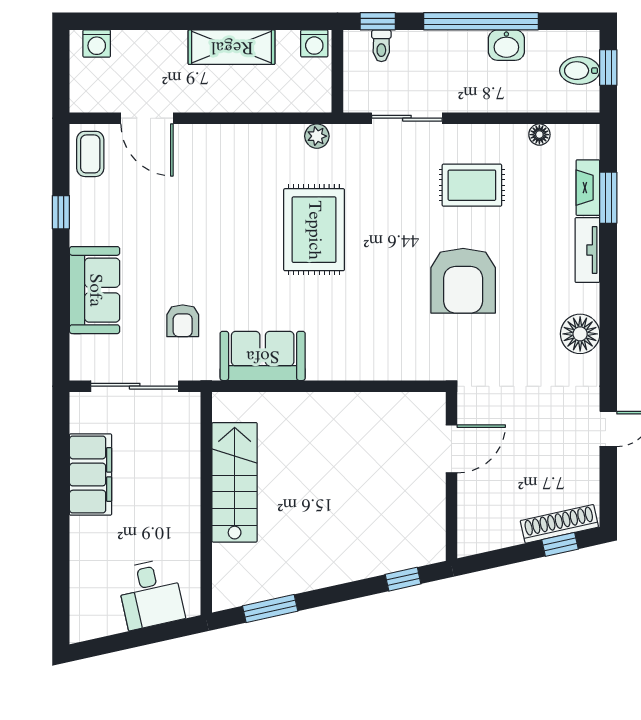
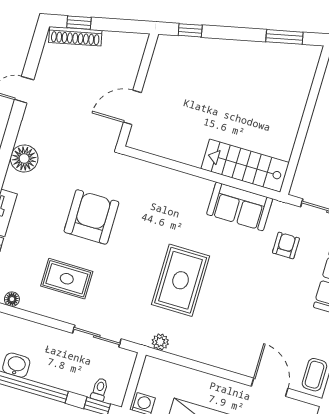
stairs: (235, 482) -> (245, 166), moved, turned 90

